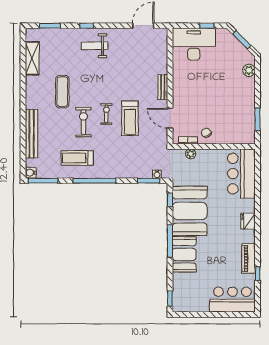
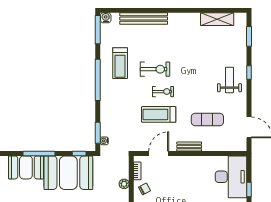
exercise mat: (62, 92) -> (207, 119), moved
plant: (191, 154) -> (124, 184), moved
treadmill: (77, 158) -> (120, 63), turned 180

